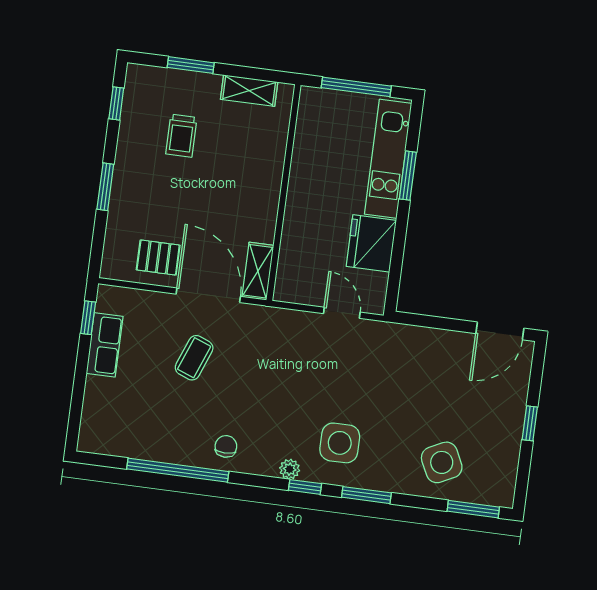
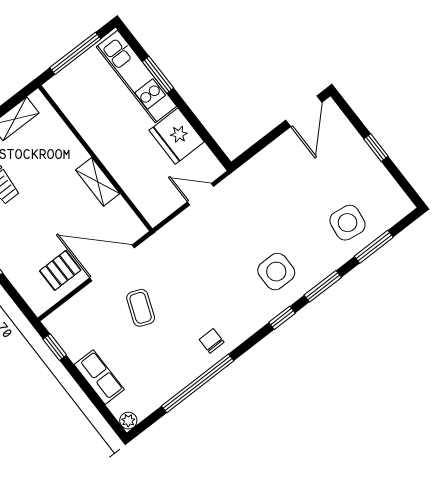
shelving: (258, 271) -> (98, 182), moved
row of seats: (105, 345) -> (99, 377), moved
side table: (442, 462) -> (347, 223), turned 34
plant: (290, 469) -> (128, 421), moved
window: (473, 509) -> (374, 247), moved

